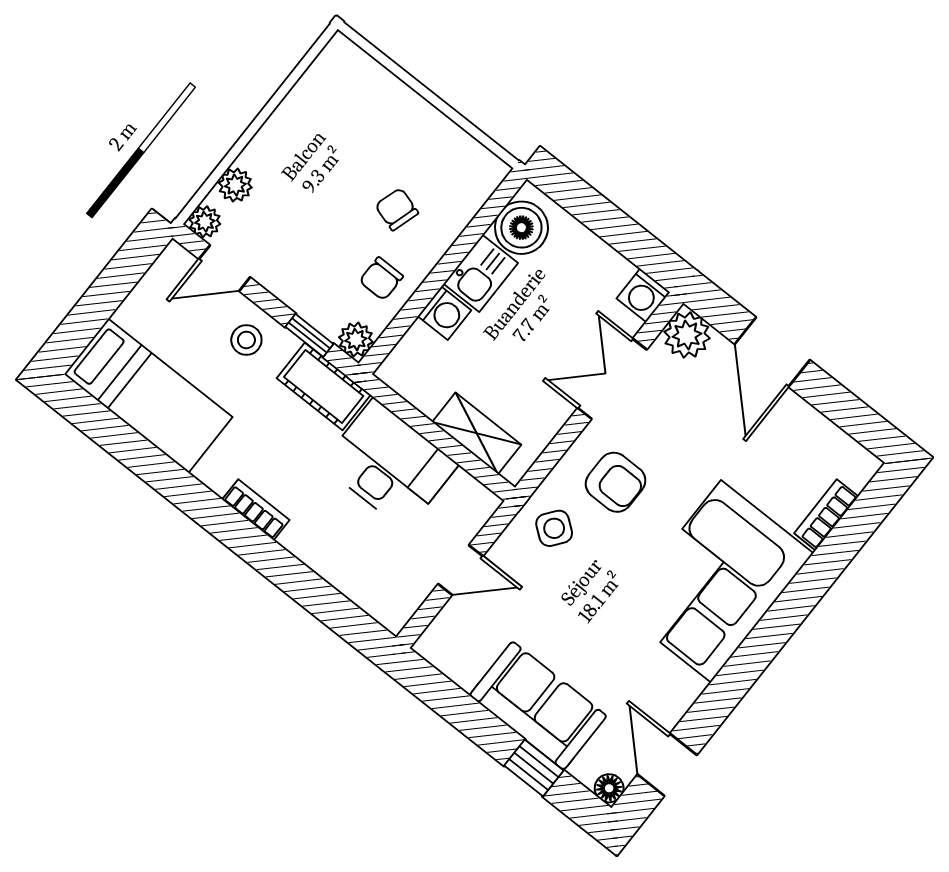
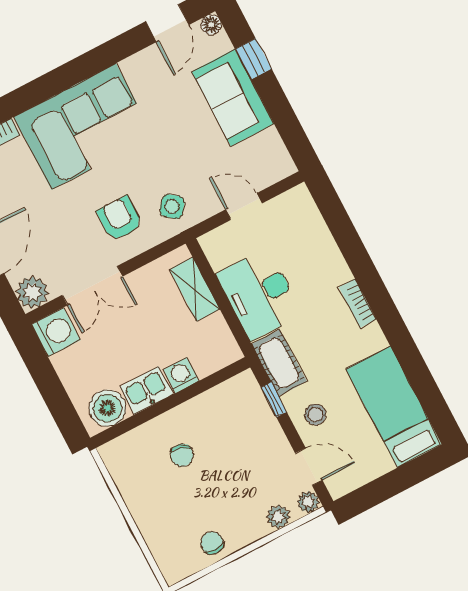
chair: (381, 279) -> (212, 543), moved, turned -90
washing machine: (643, 295) -> (56, 332), width x1.38, depth x1.38
plant: (356, 340) -> (245, 384), removed

